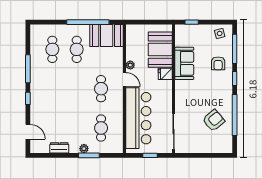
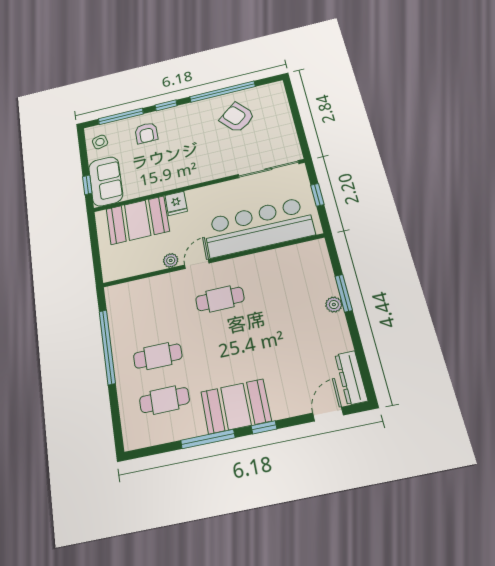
booth: (107, 36) -> (236, 406), moved, turned 90
sofa: (184, 63) -> (106, 181), moved, turned 90
armchair: (218, 63) -> (146, 133), turned 90
cafe table: (101, 128) -> (289, 284), removed
dresser: (59, 148) -> (351, 378), moved, width x1.44

